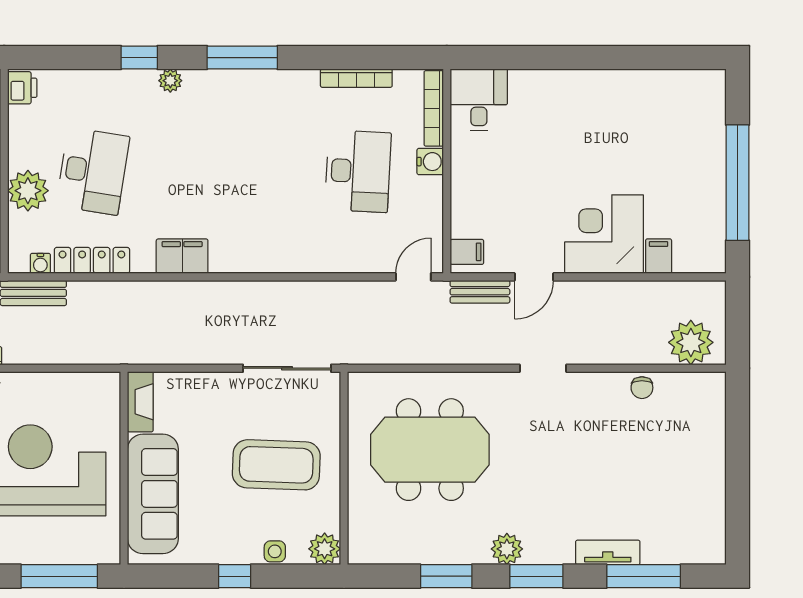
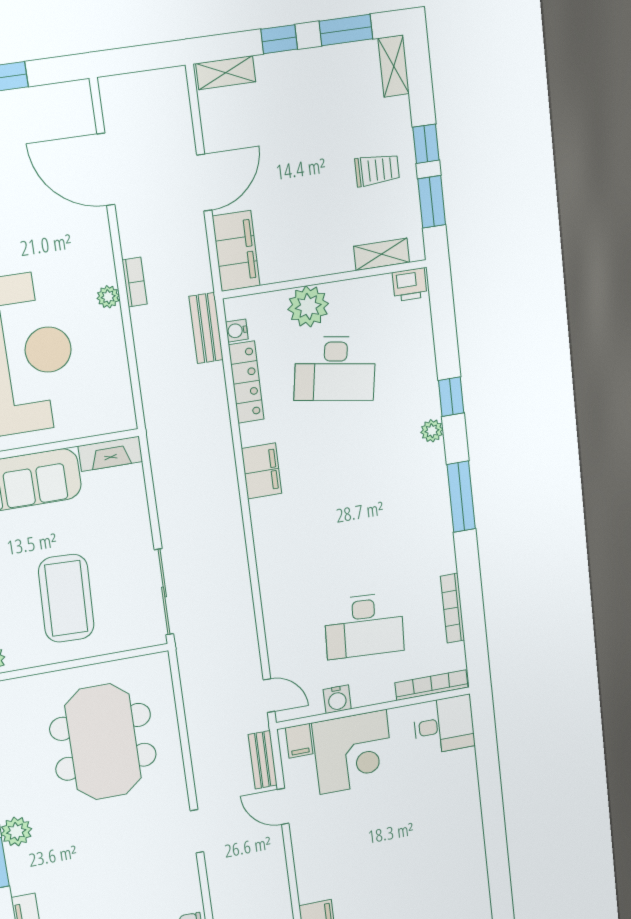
water cooler: (430, 162) -> (337, 699), moved
corner desk: (604, 234) -> (353, 752), moved, turned 90

